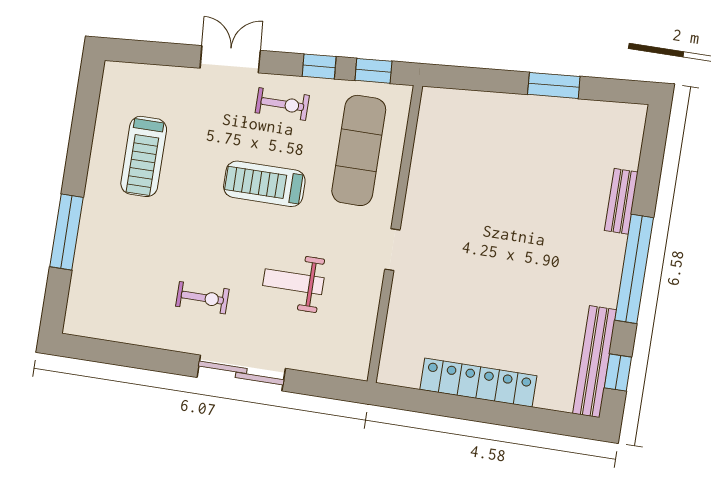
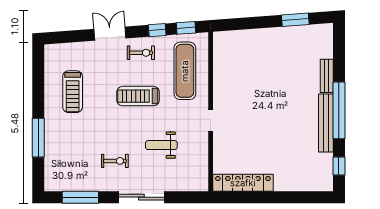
window: (554, 85) -> (295, 20), moved
window: (127, 355) -> (80, 197), added
bench: (595, 362) -> (326, 123), moved
locker: (478, 383) -> (243, 183), moved

